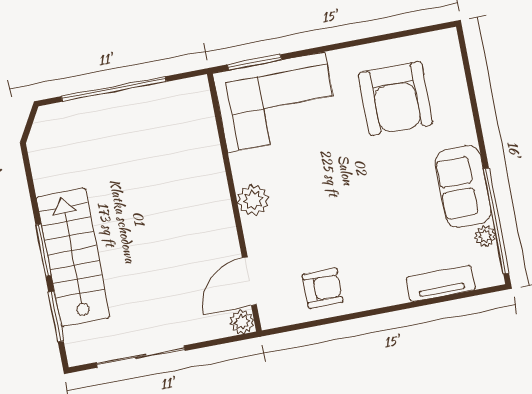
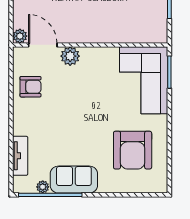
armchair: (396, 99) -> (133, 150), turned -90
plant: (253, 200) -> (70, 56), moved
armchair: (323, 288) -> (30, 87), turned -90

